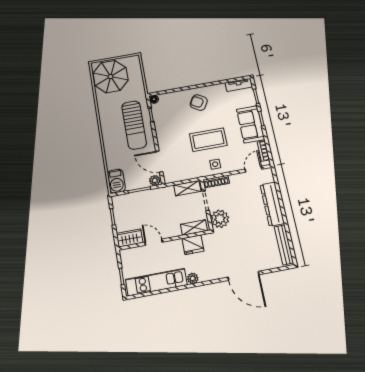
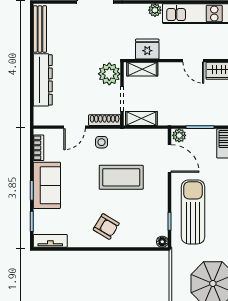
coffee table: (208, 140) -> (121, 177), moved
door: (253, 169) -> (74, 127), moved

